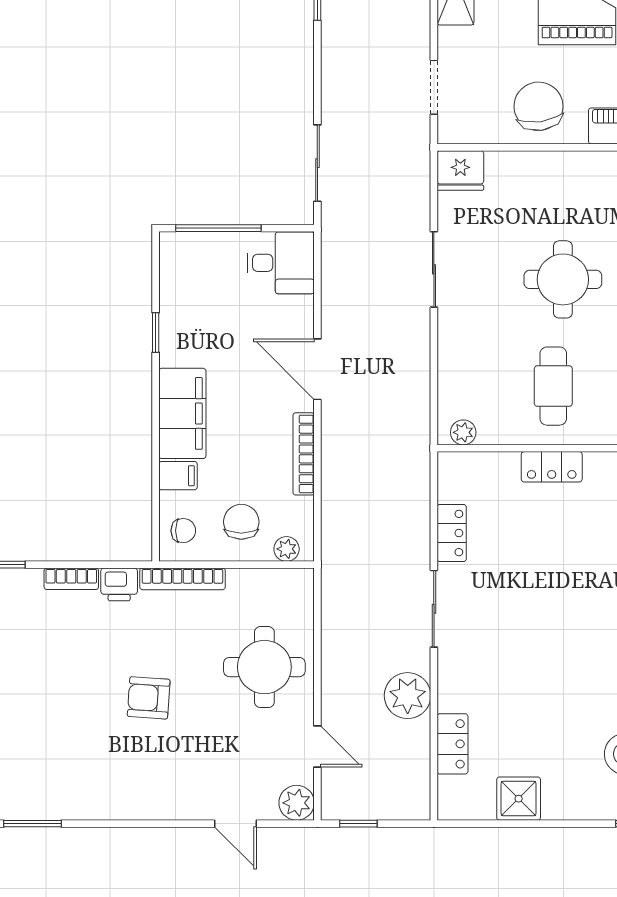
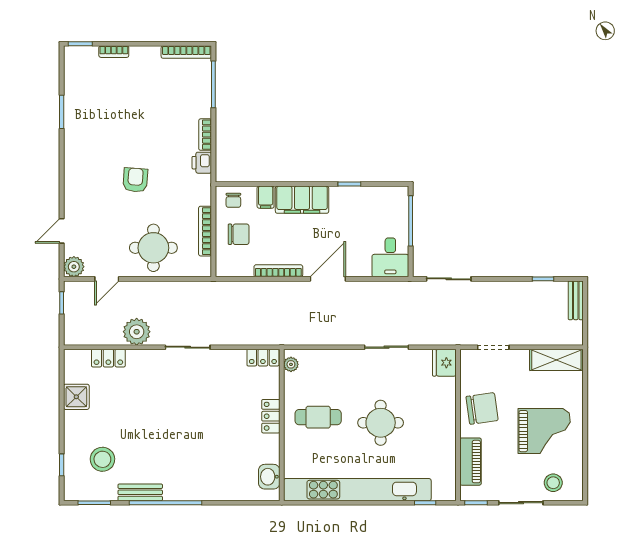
locker: (452, 533) -> (263, 358), moved
plant: (287, 549) -> (223, 261), removed
bookcase: (183, 579) -> (205, 231), moved

